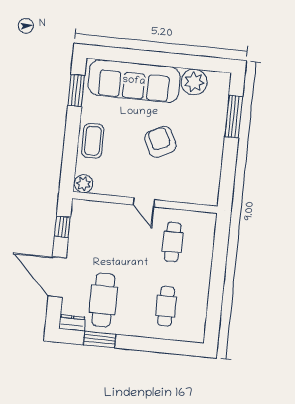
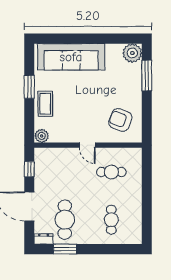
plant: (194, 82) -> (132, 53), moved
window: (76, 90) -> (29, 87), moved
armchair: (160, 142) -> (120, 120), moved, turned -43
cafe table: (173, 242) -> (111, 172), turned 90

